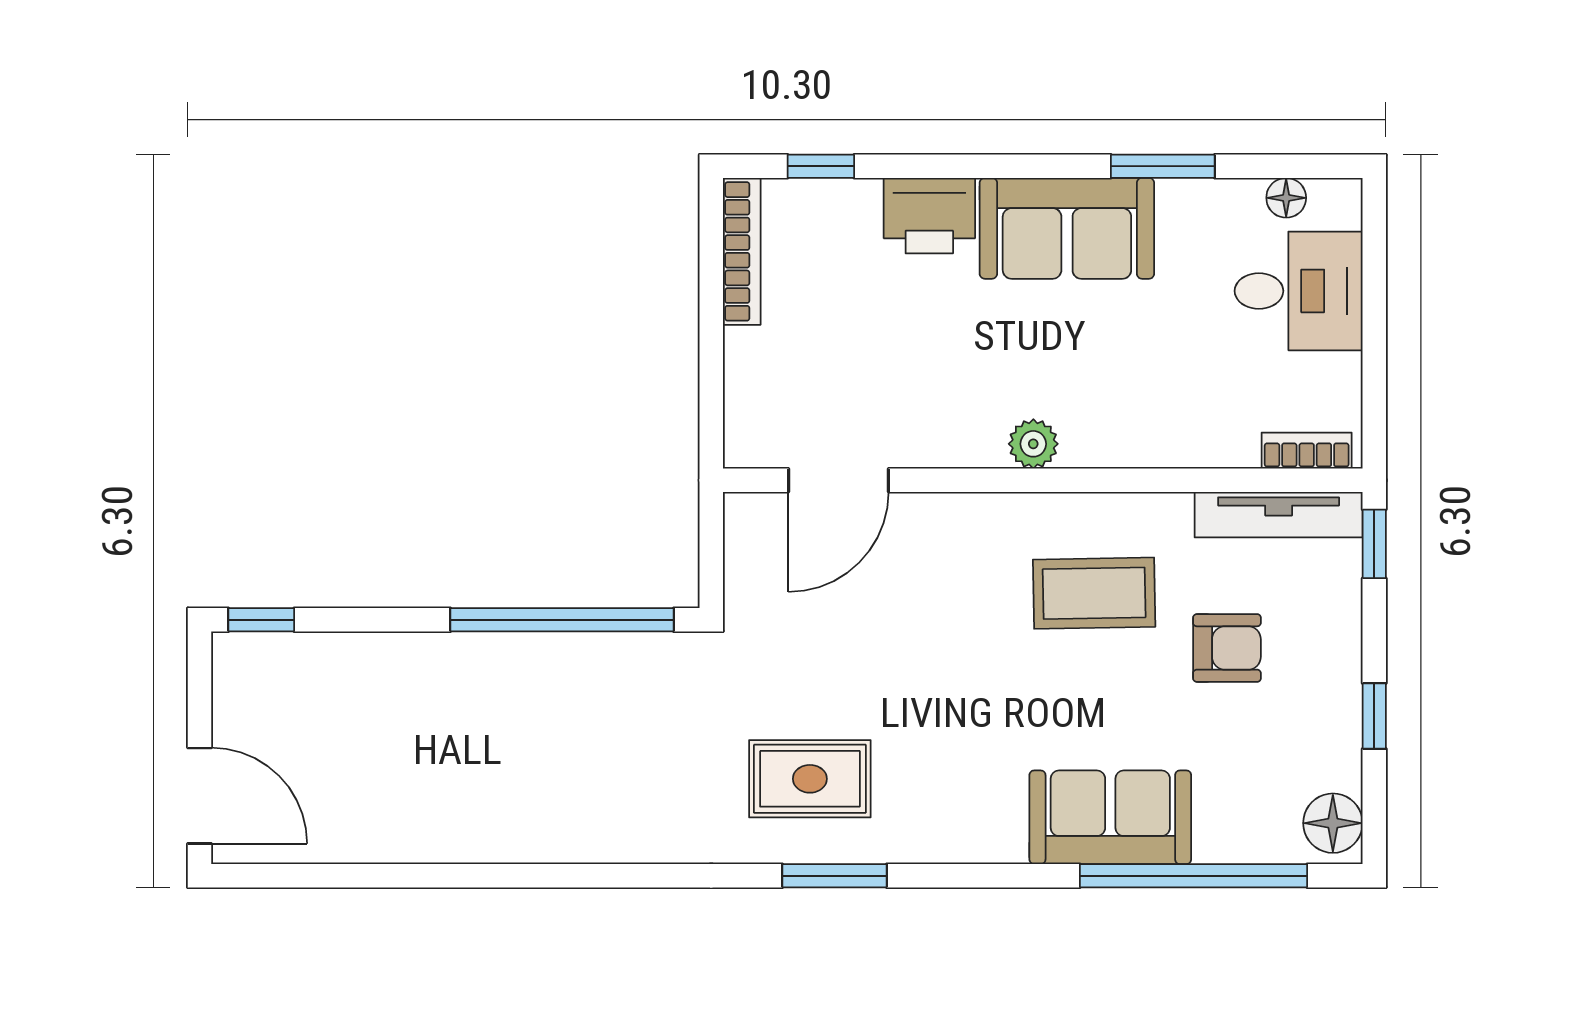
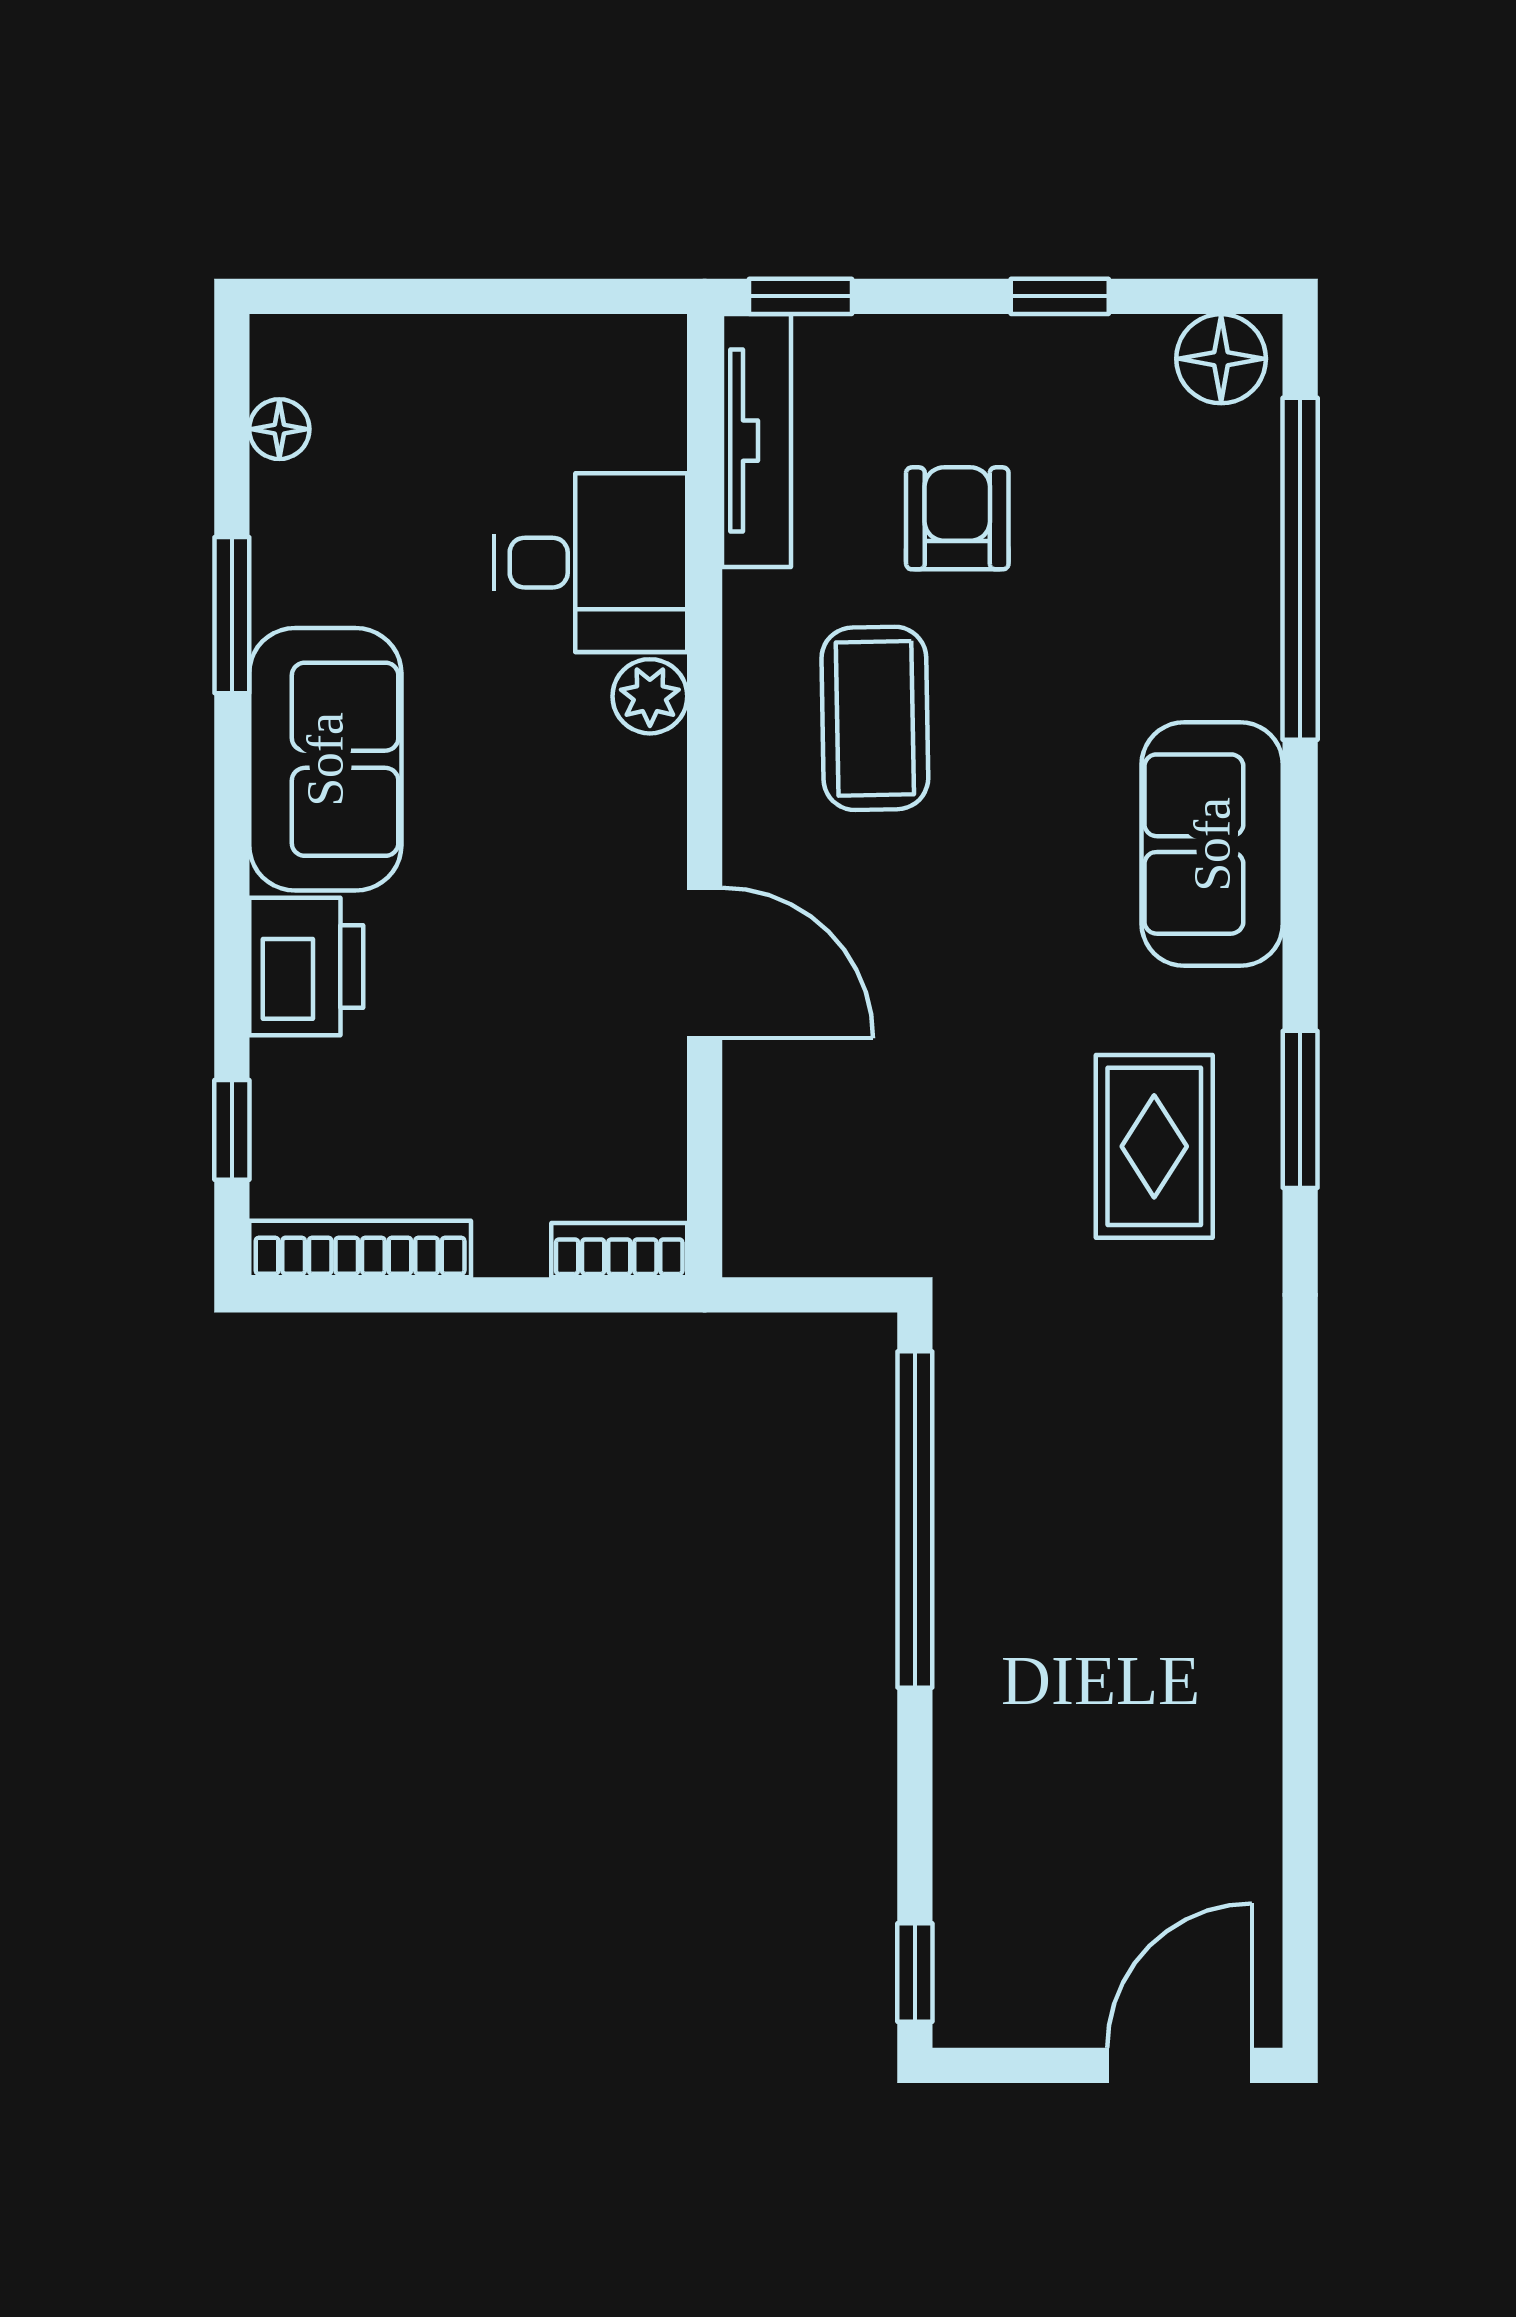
desk: (1299, 291) -> (591, 563), moved, turned 90
plant: (1033, 444) -> (650, 696), moved
bookcase: (1307, 451) -> (619, 1250), moved, turned 90
door: (838, 480) -> (705, 963), moved
sofa: (1110, 817) -> (1212, 844), moved

